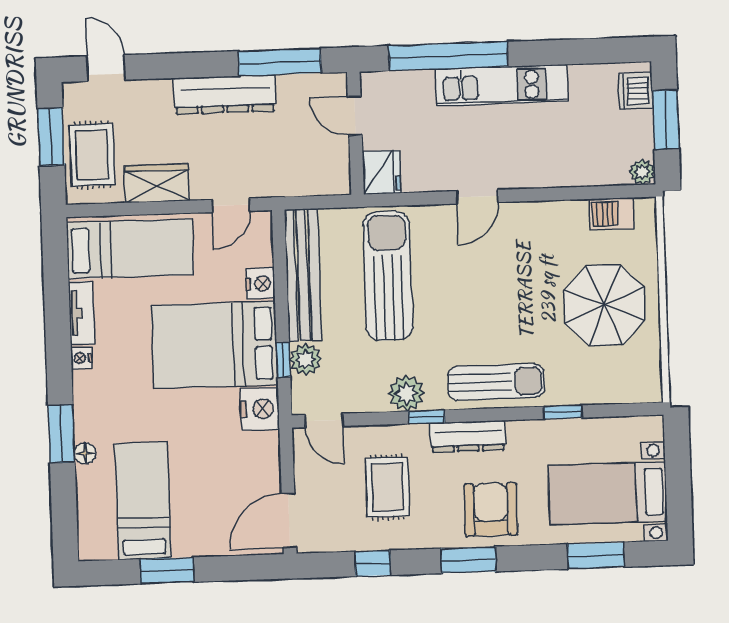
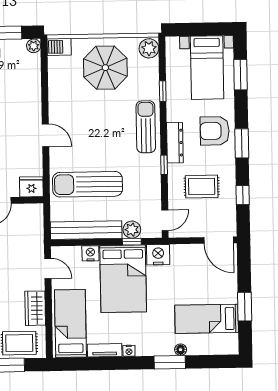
barbecue: (612, 214) -> (59, 47), moved, turned 90
plant: (406, 393) -> (149, 48), moved

